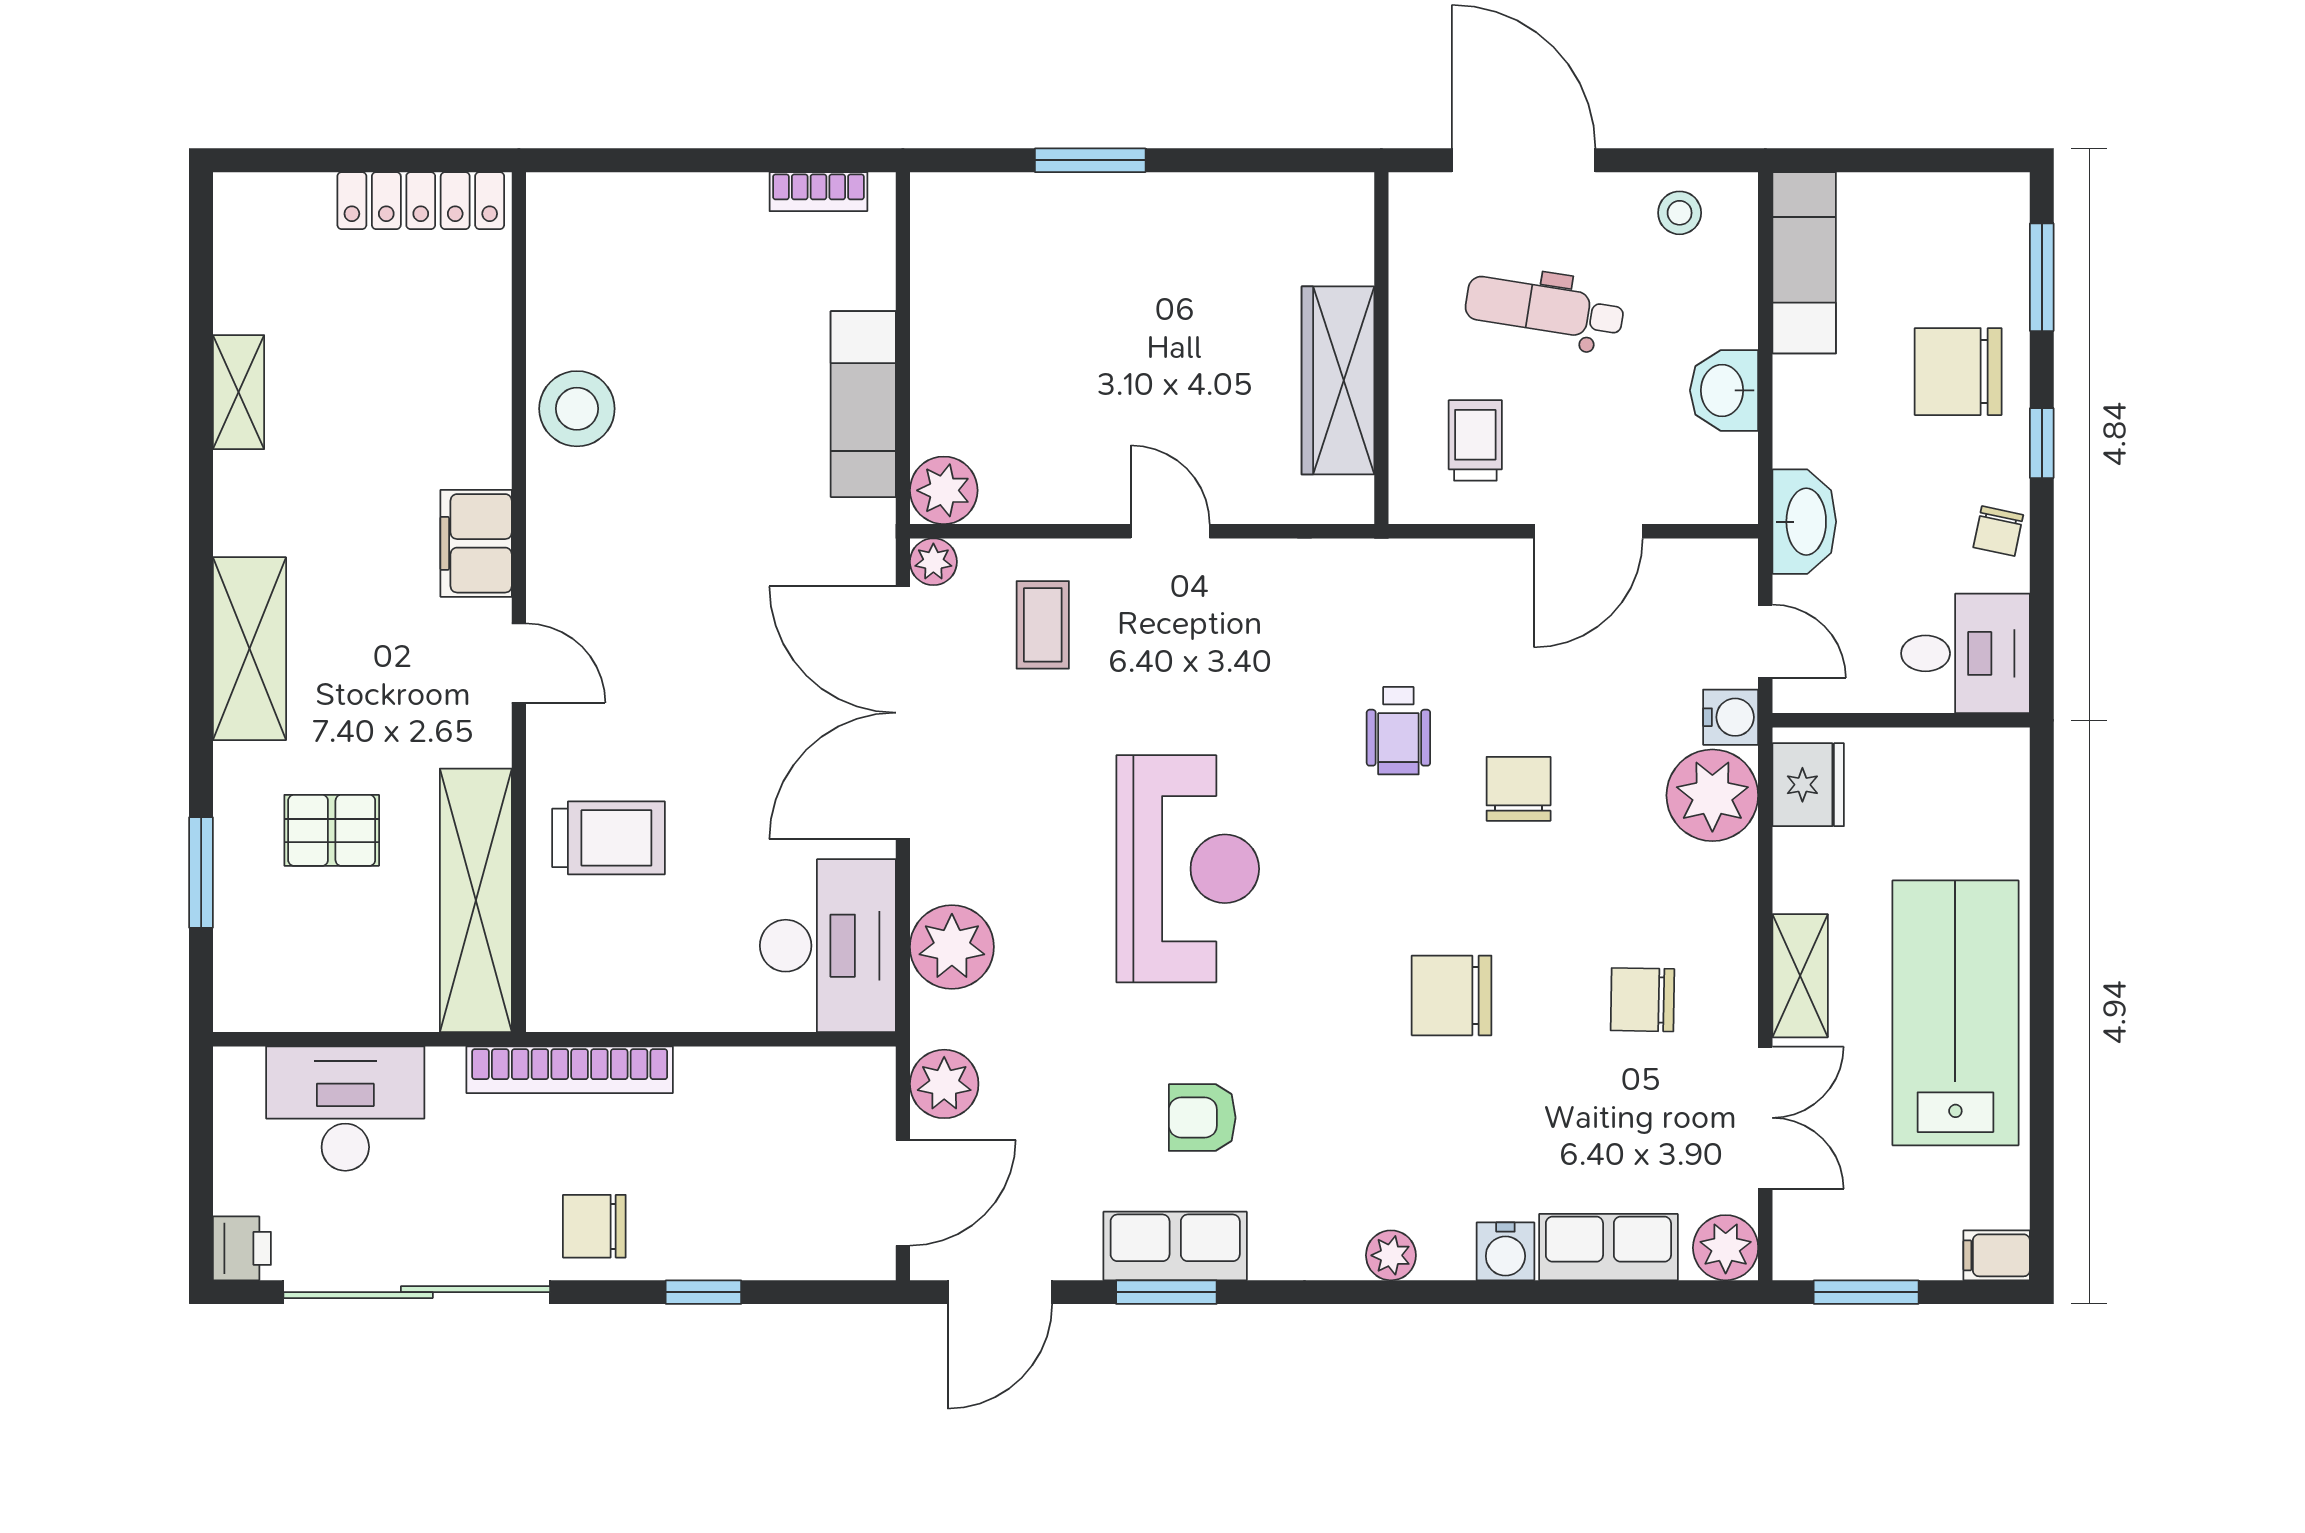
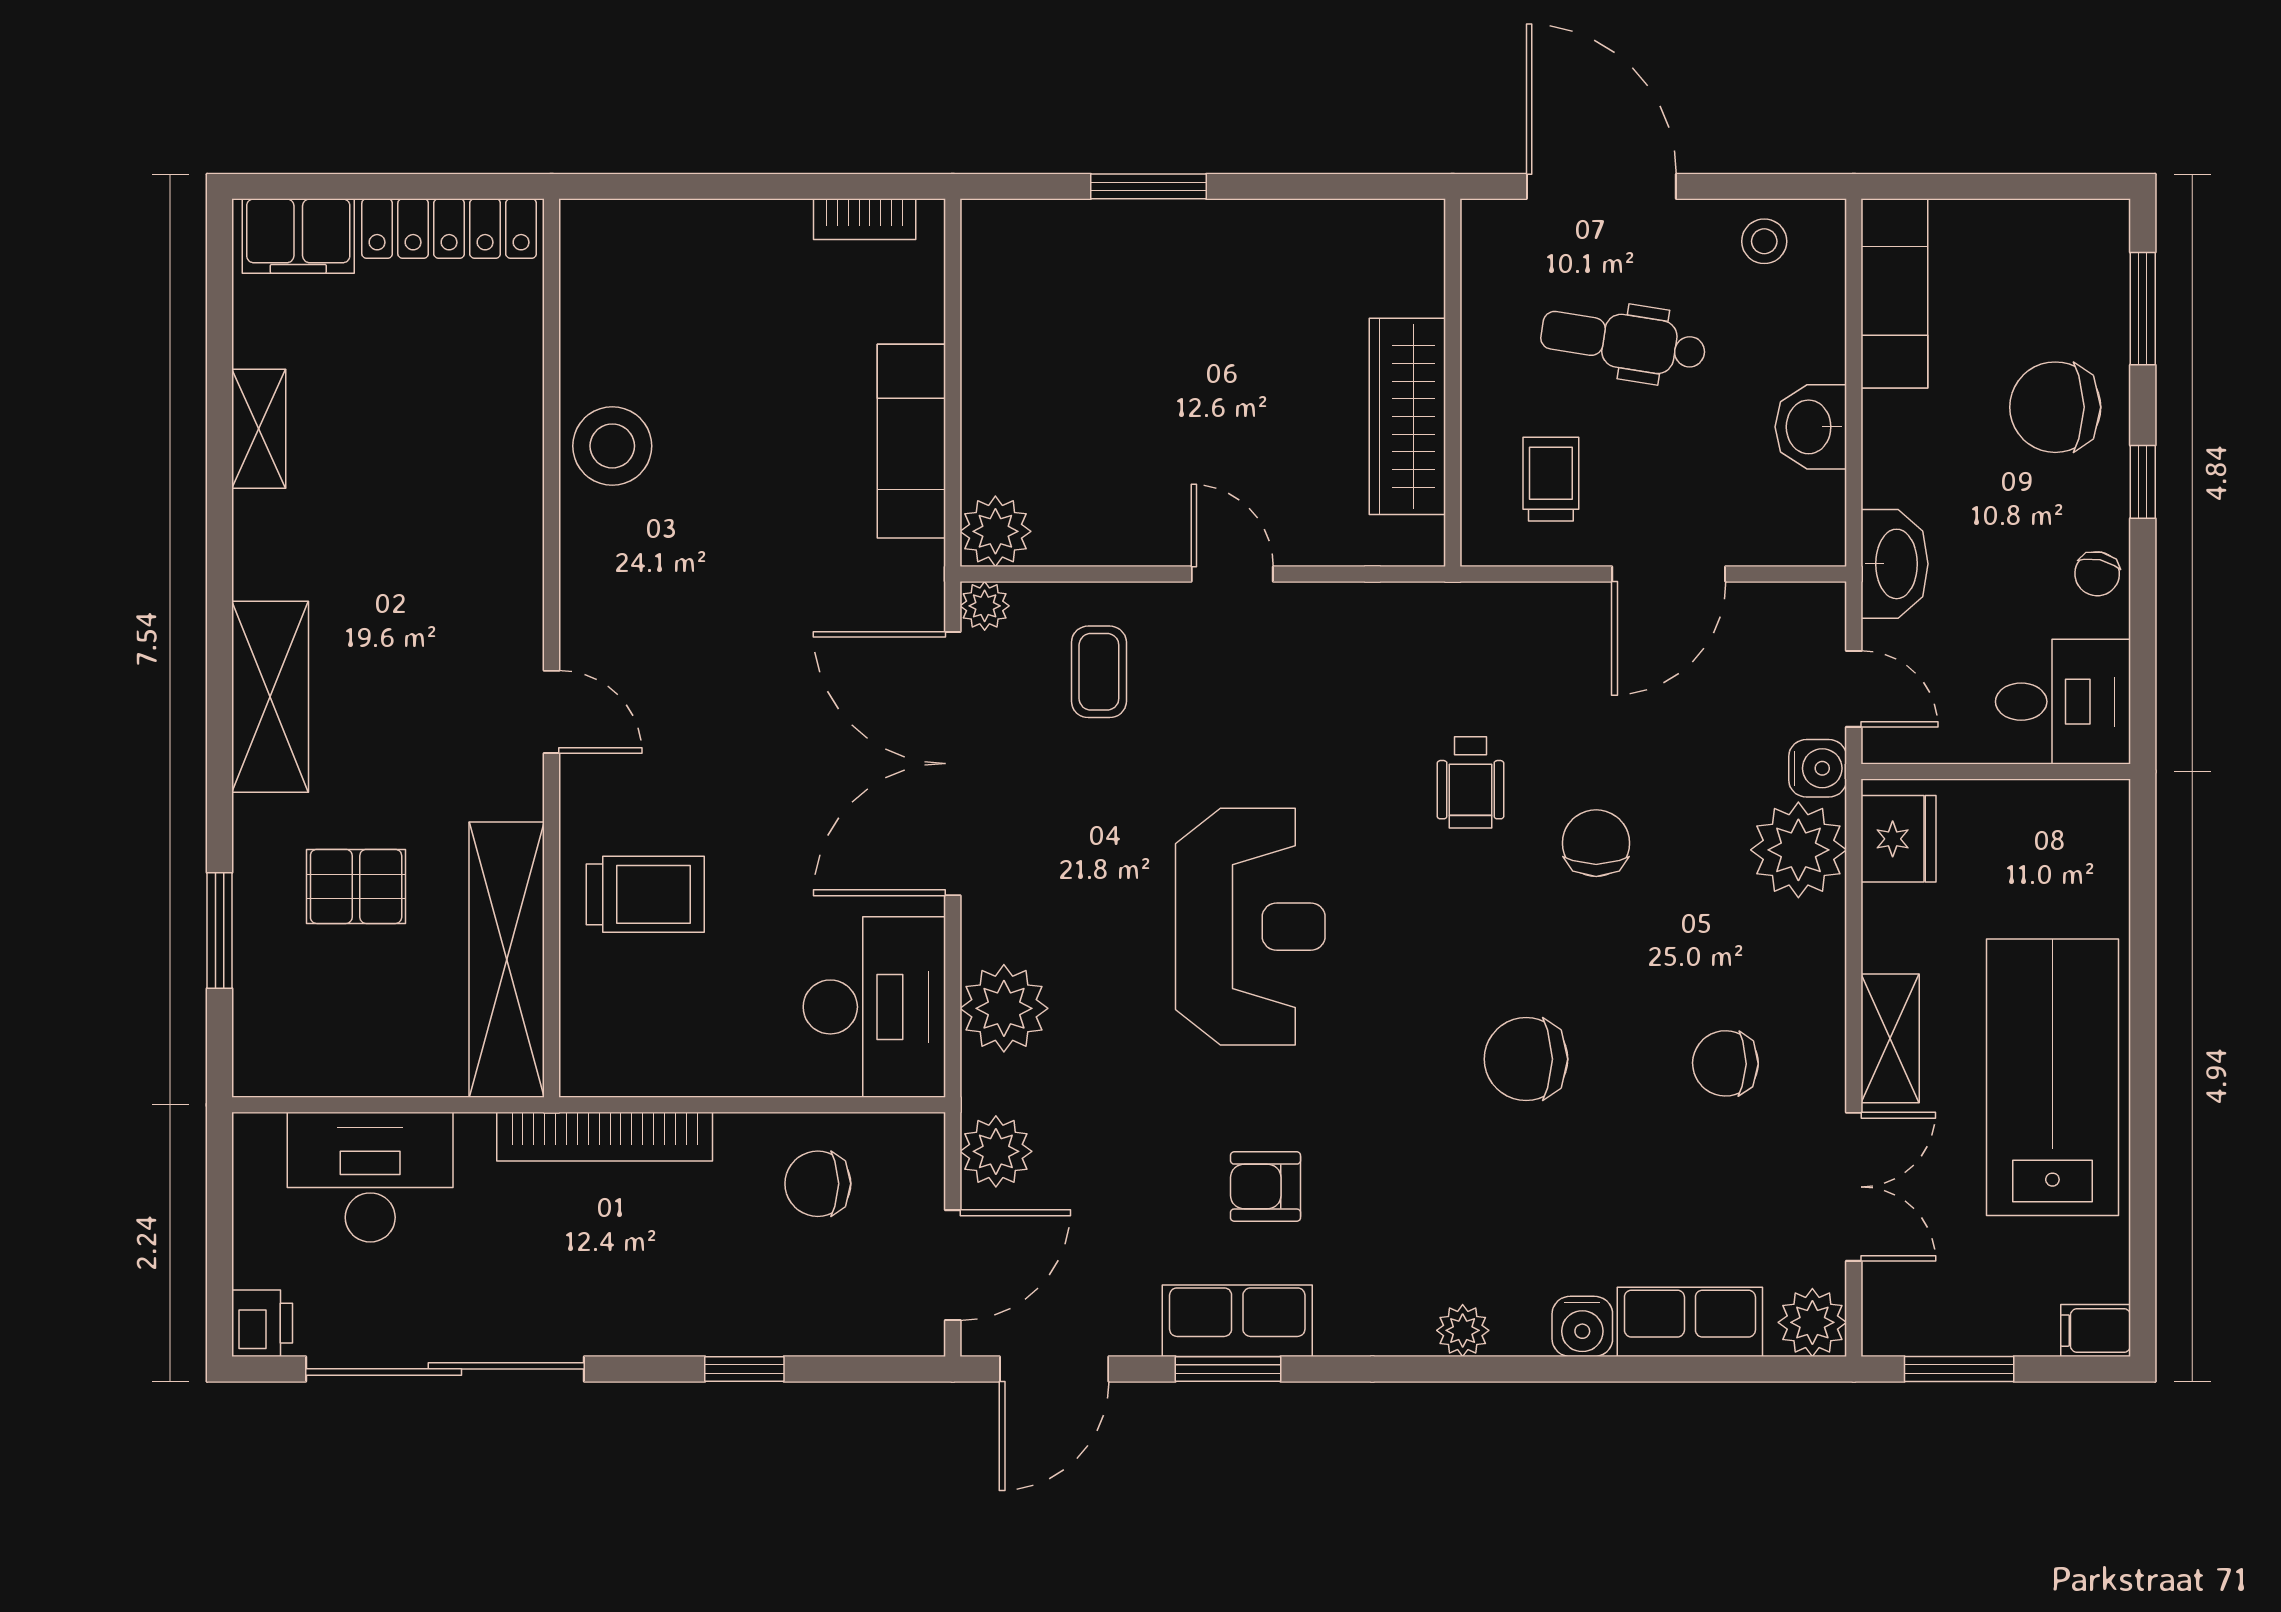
filing cabinet: (476, 543) -> (298, 236), moved, turned -90
chair: (594, 1226) -> (818, 1184), moved

